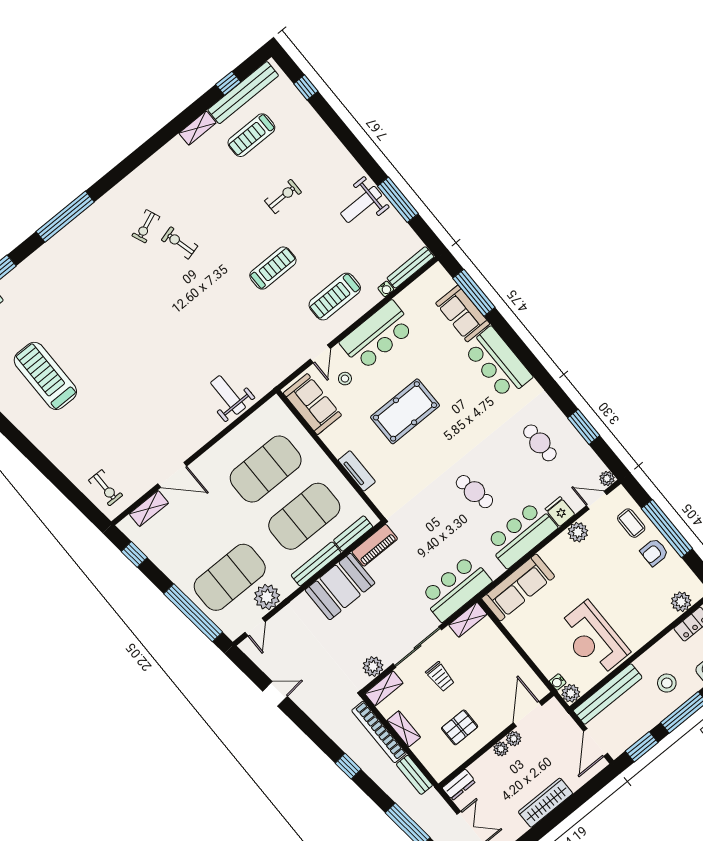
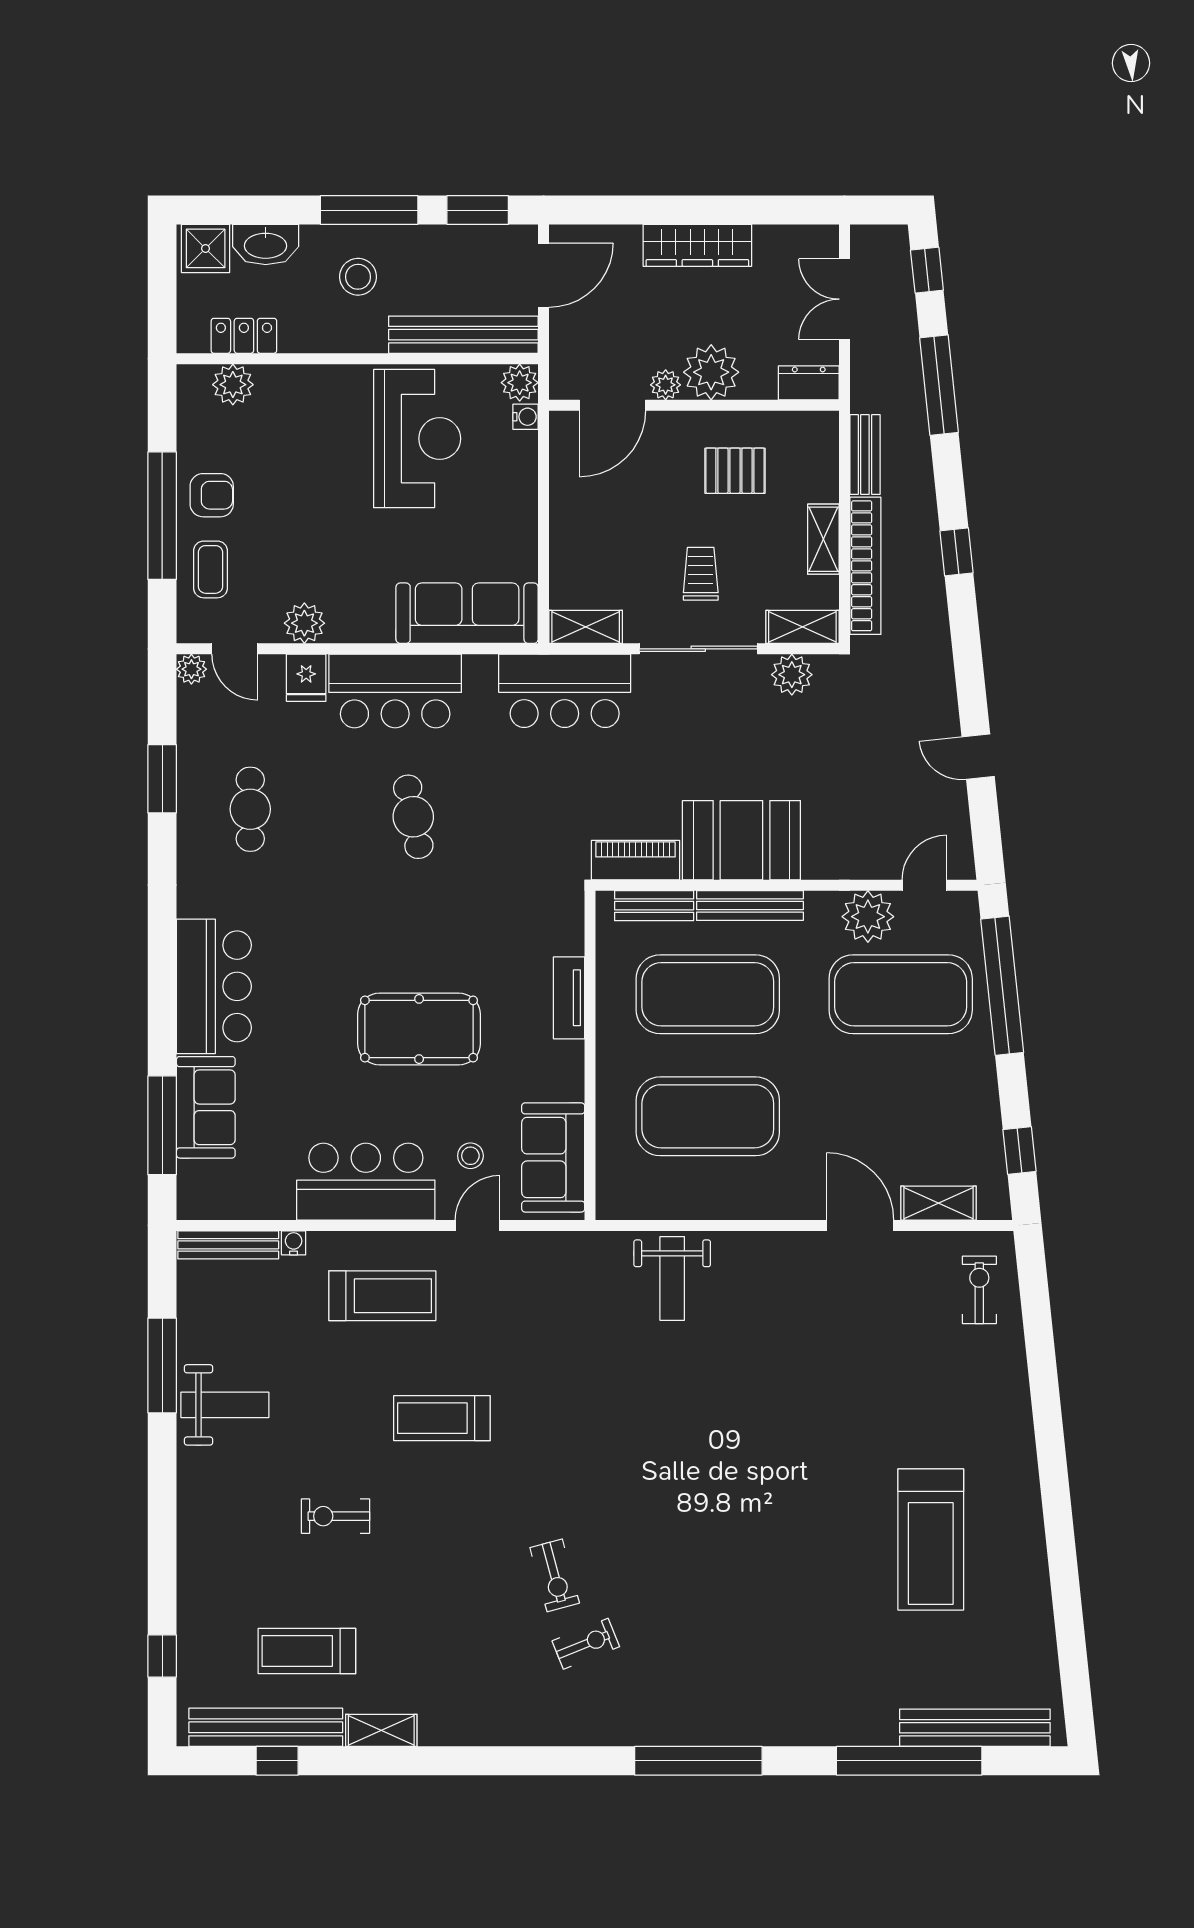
treadmill: (251, 135) -> (307, 1651), turned 180
plant: (501, 749) -> (711, 372), width x1.88, depth x1.88

